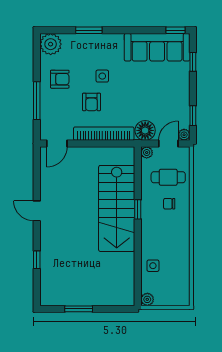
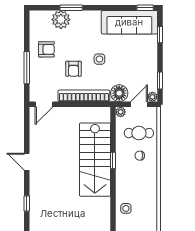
plant: (51, 44) -> (61, 20), moved
side table: (102, 76) -> (99, 59), moved

